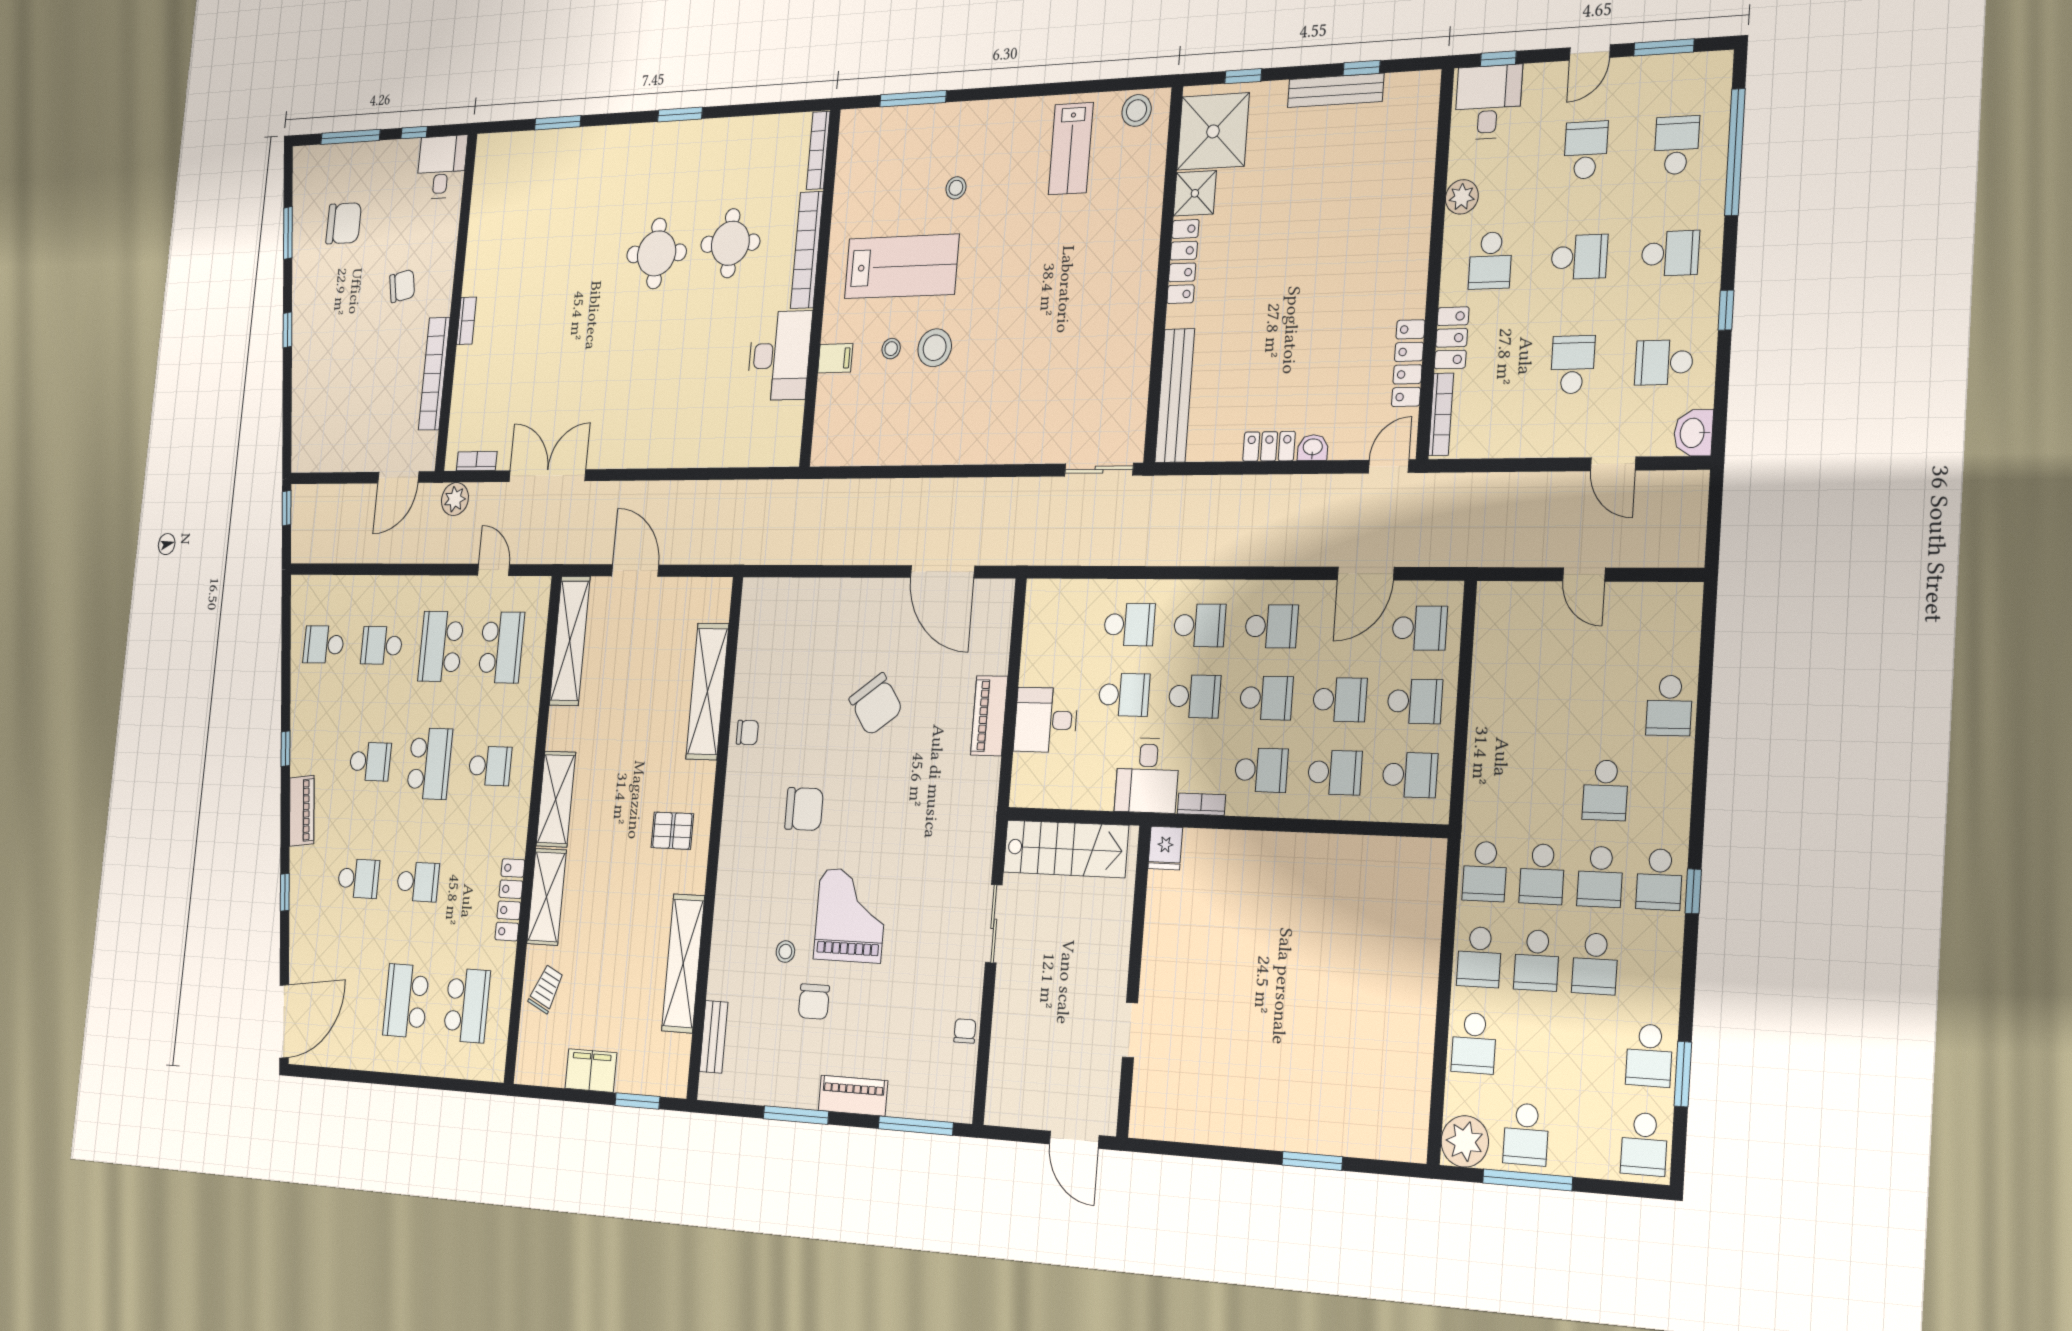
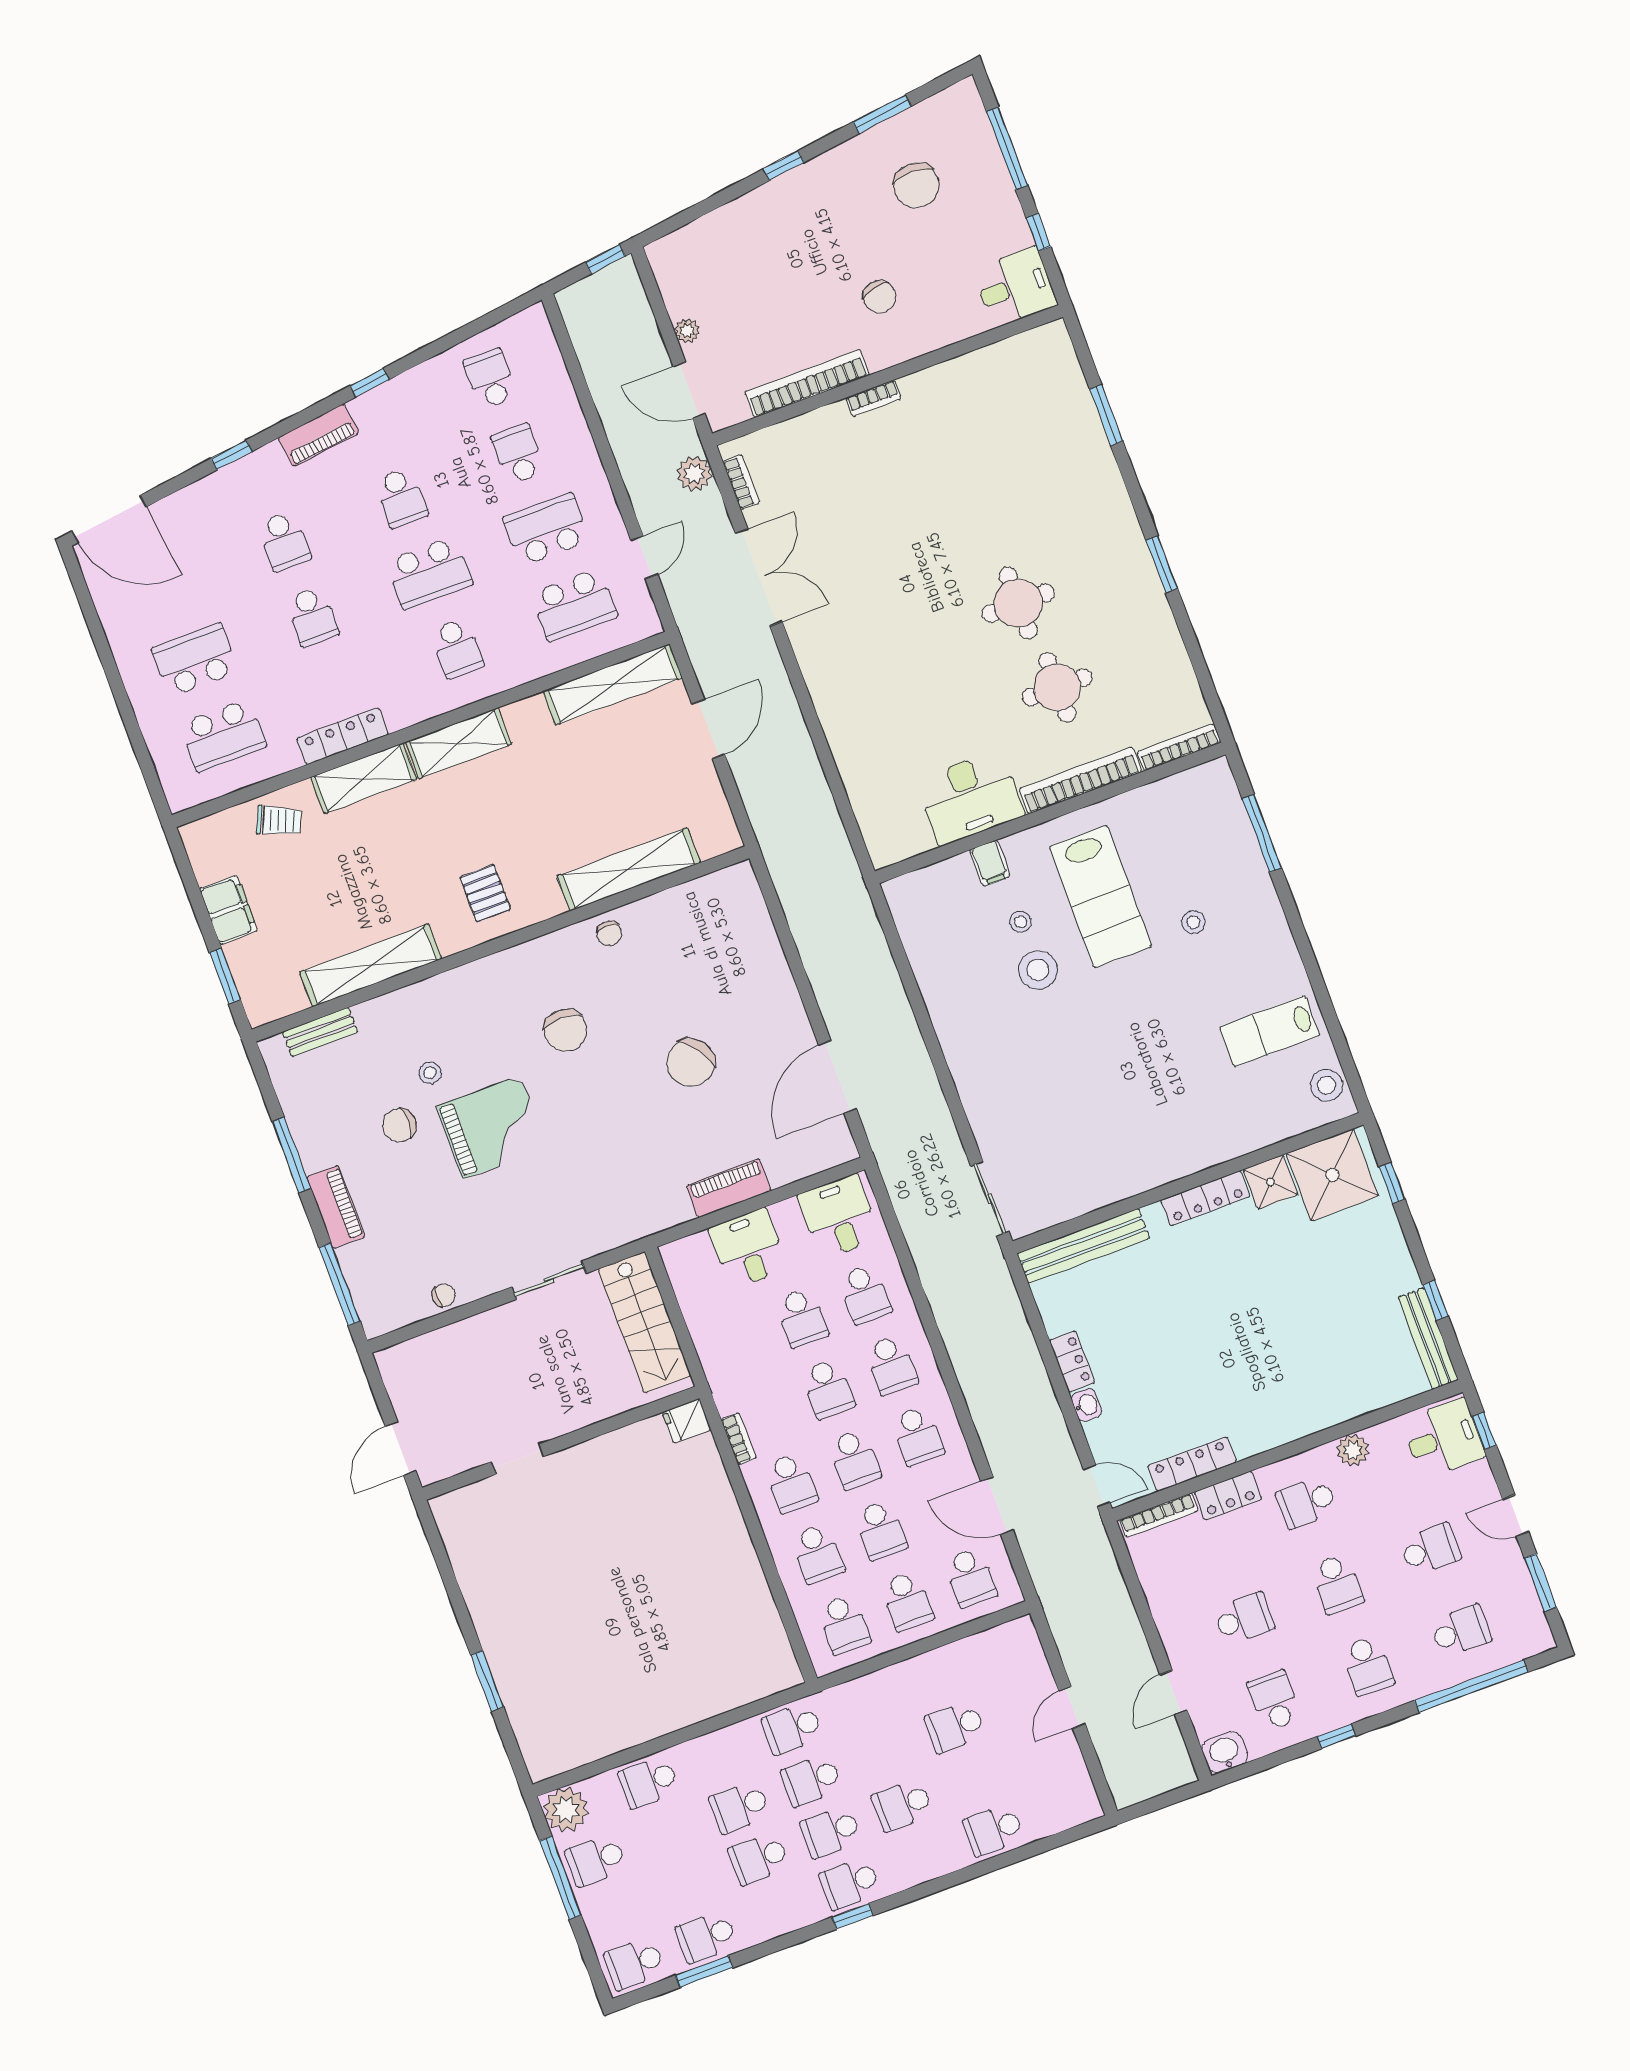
bench: (1336, 90) -> (1428, 1339), moved
plant: (359, 461) -> (687, 331), added
desk: (1147, 775) -> (839, 1217), moved, turned 90
school desk: (1479, 957) -> (955, 1727), moved

